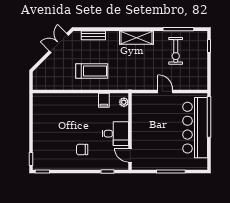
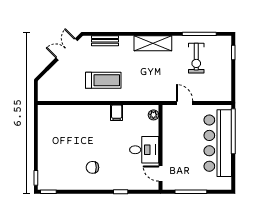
plant: (124, 102) -> (153, 115), moved
wall: (130, 131) -> (160, 147), moved
desk: (115, 134) -> (144, 150), moved
door: (130, 155) -> (160, 174), moved

